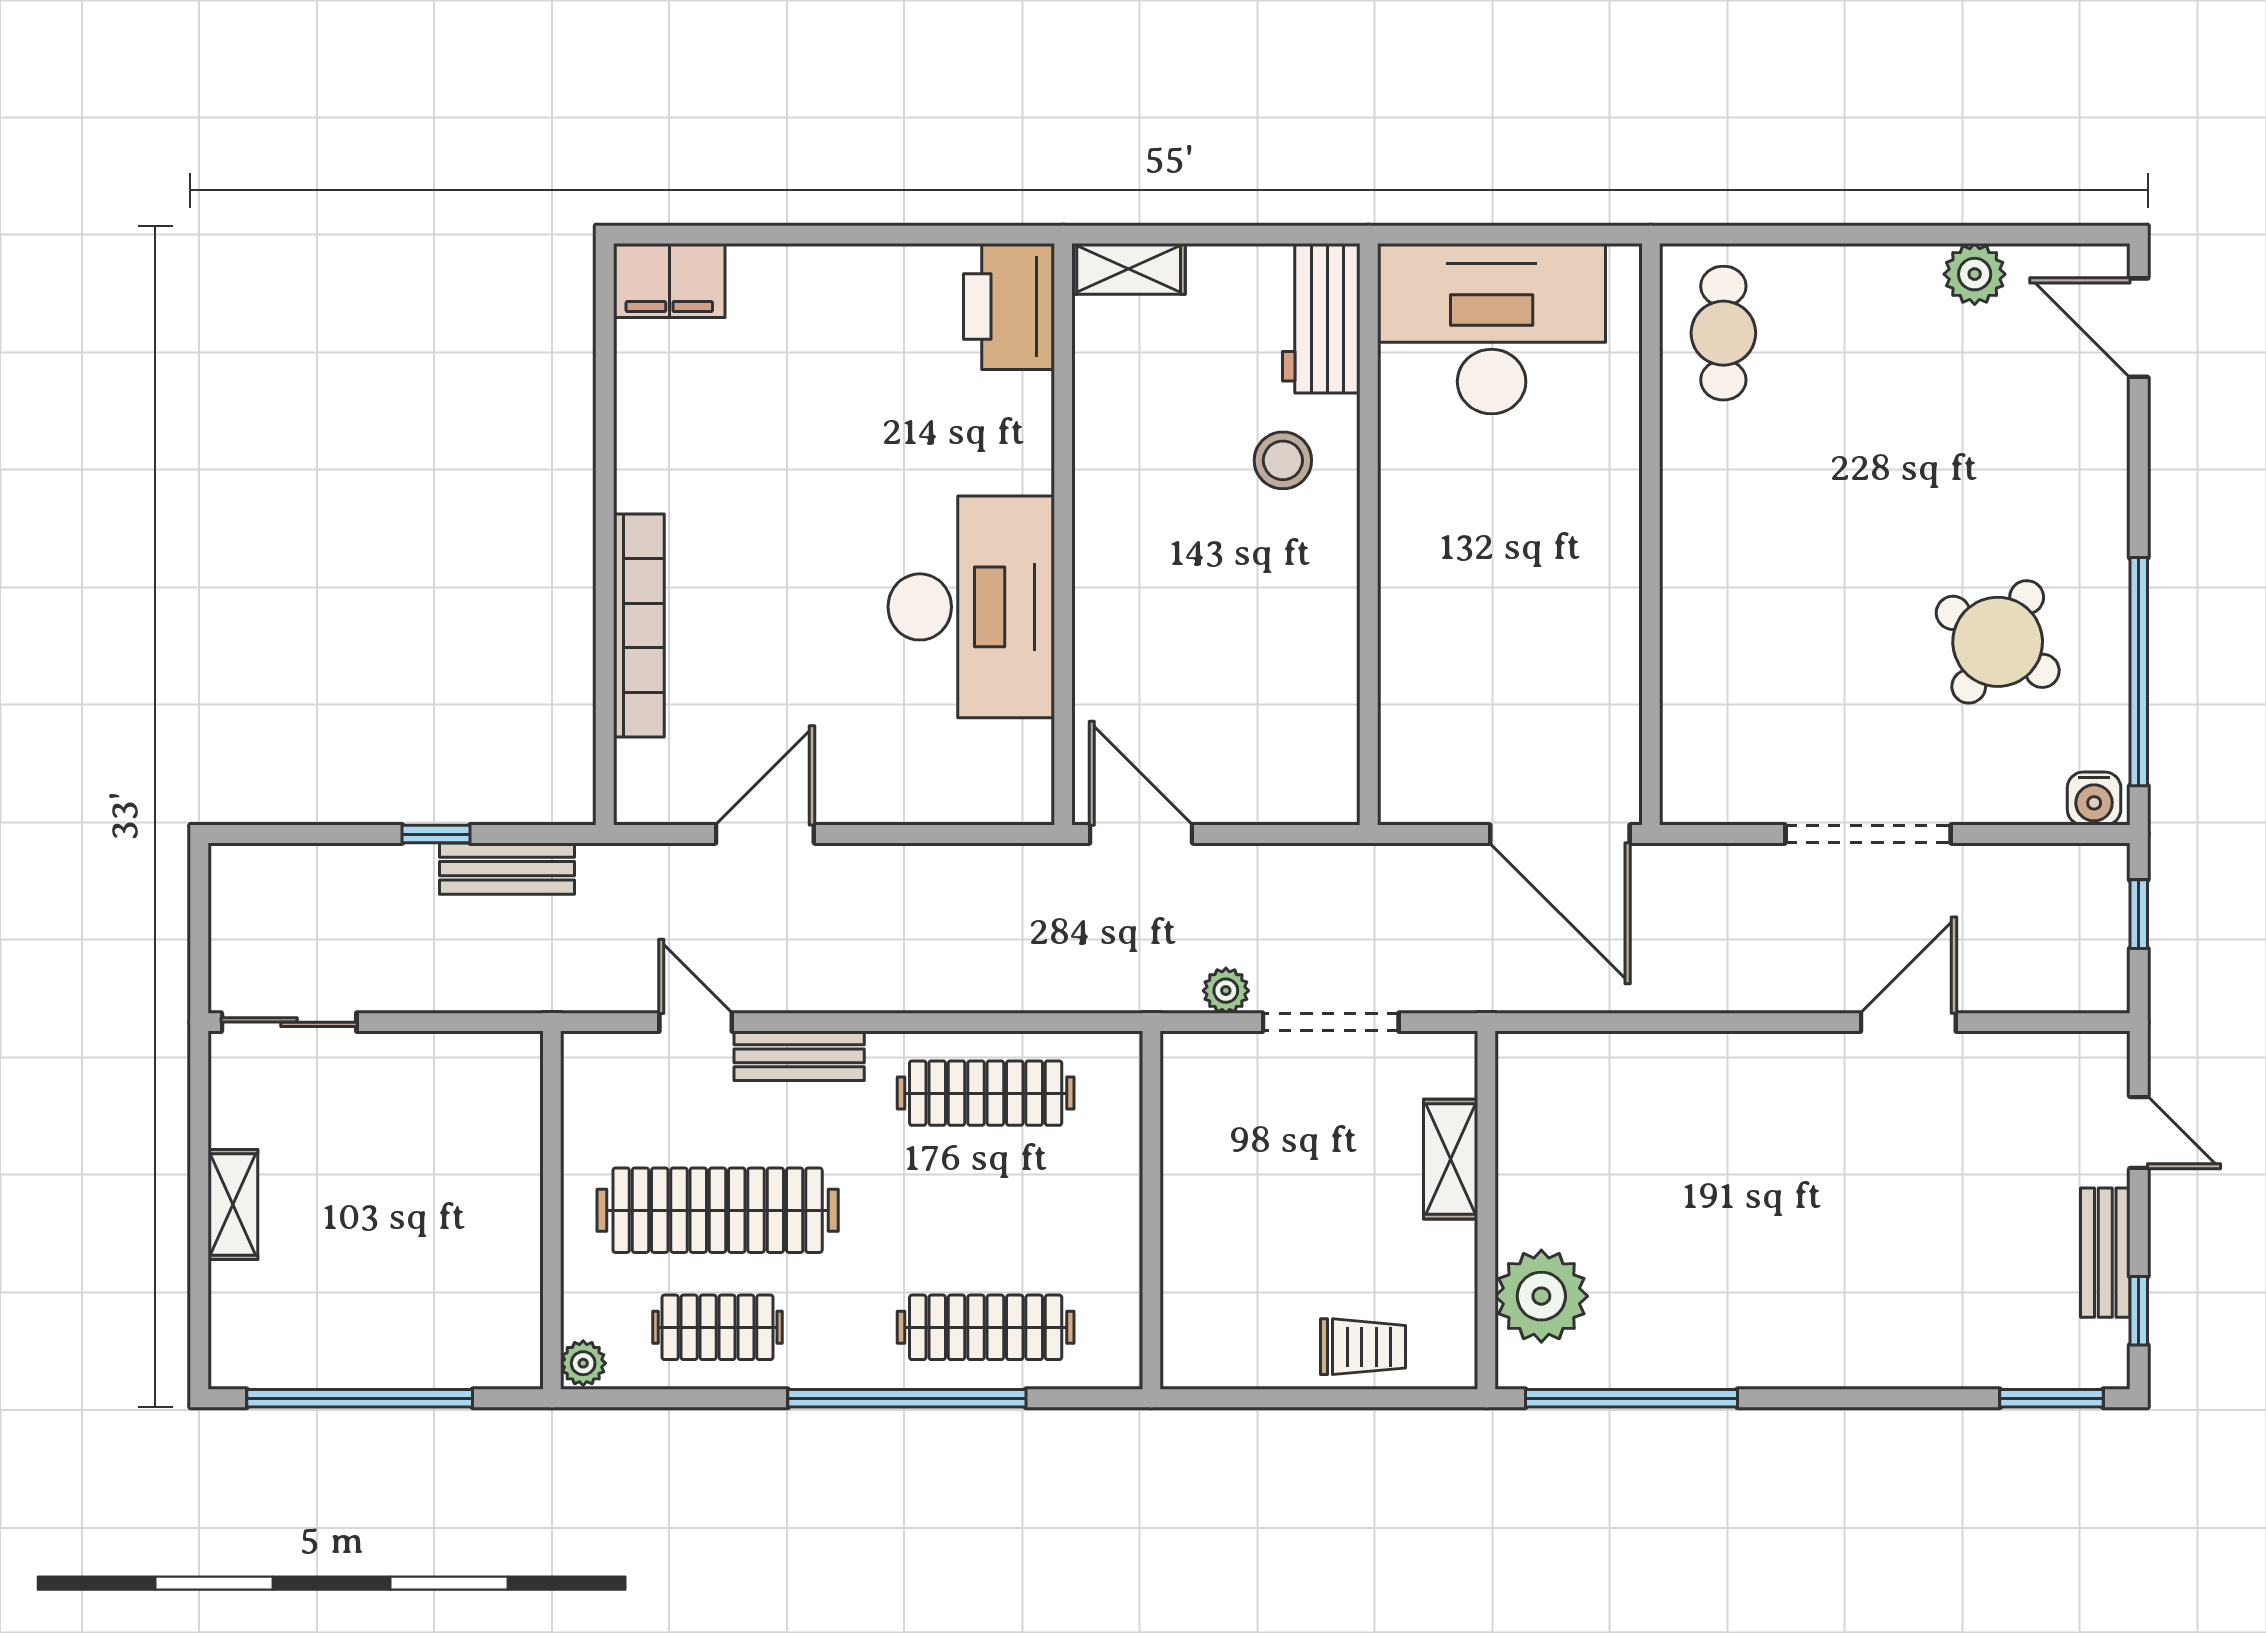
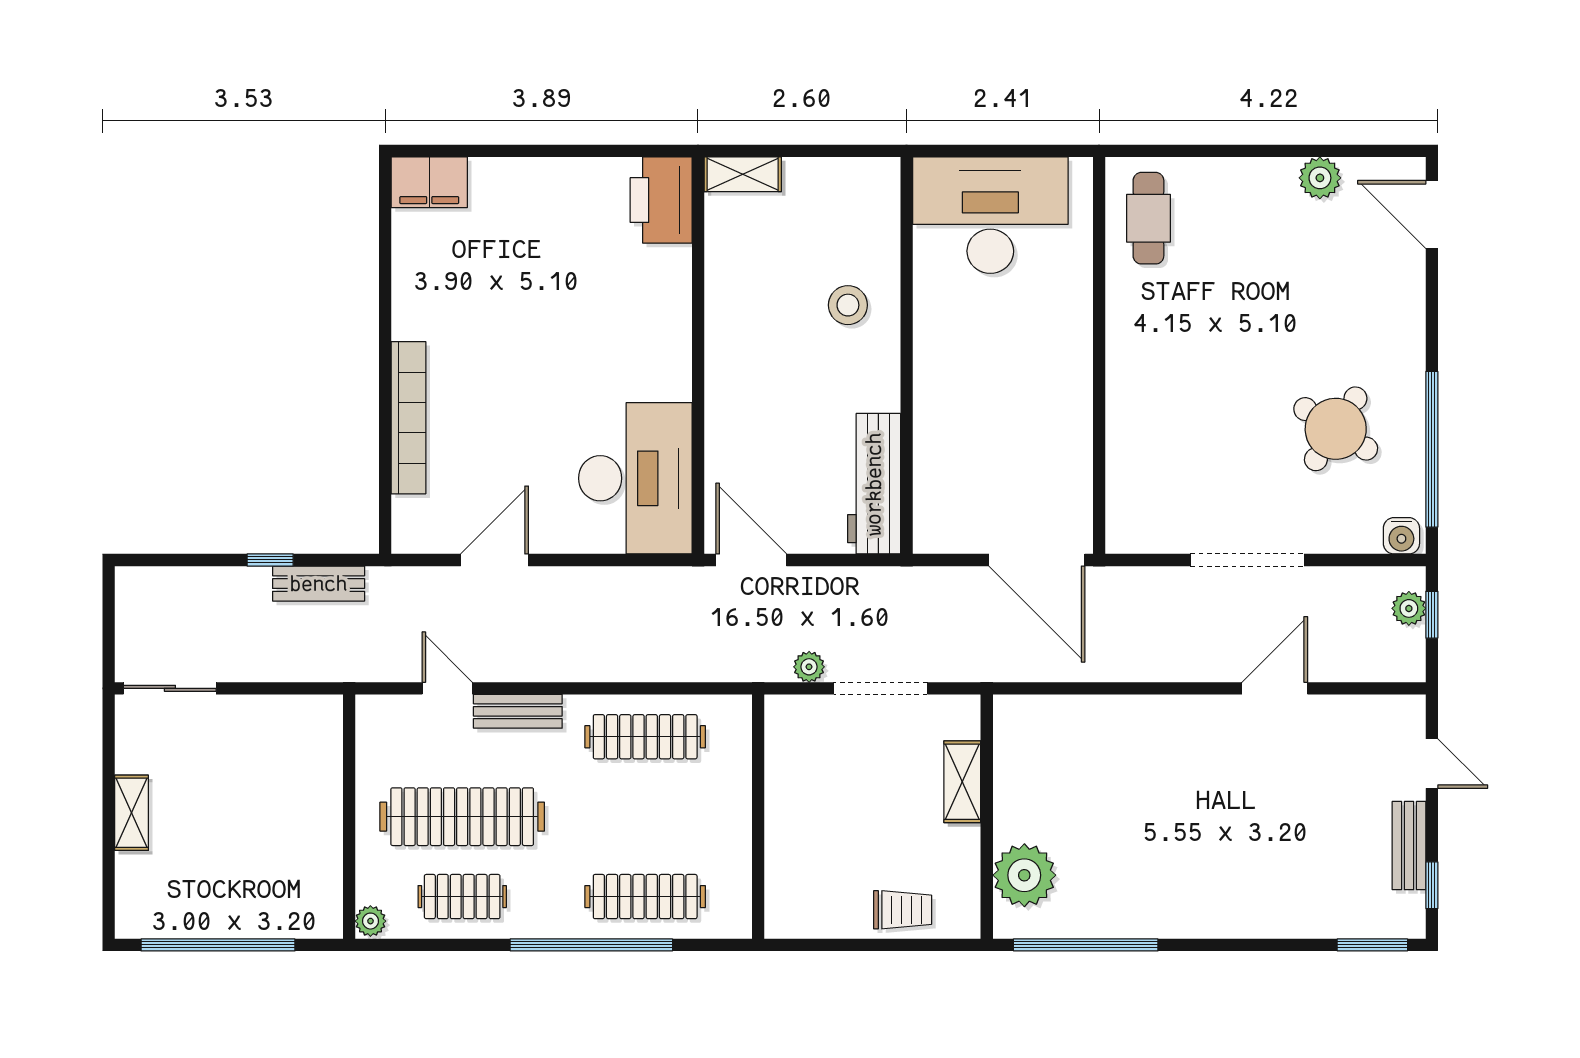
workbench: (1321, 318) -> (874, 484), moved, width x1.38
desk: (971, 607) -> (635, 478), moved
plant: (2105, 905) -> (1409, 608), added

